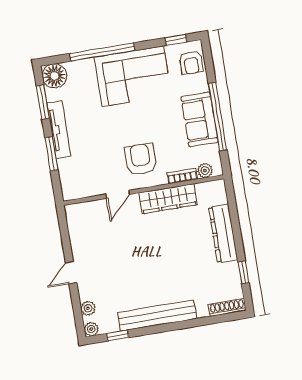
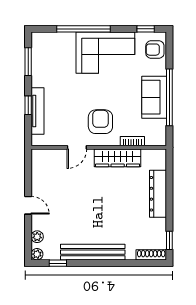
armchair: (191, 63) -> (155, 50), turned 90
floor lamp: (54, 76) -> (41, 42), removed
tv unit: (59, 130) -> (38, 111), moved
window: (51, 154) -> (28, 105), width x0.67
plant: (205, 171) -> (152, 140), removed
window: (243, 272) -> (169, 240), moved
door: (71, 273) -> (28, 205), swing flipped

